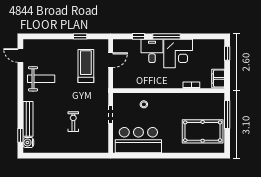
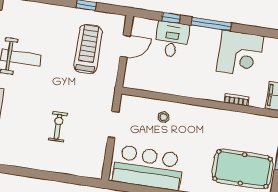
desk: (152, 51) -> (172, 39), moved
corner desk: (178, 53) -> (240, 54), moved

